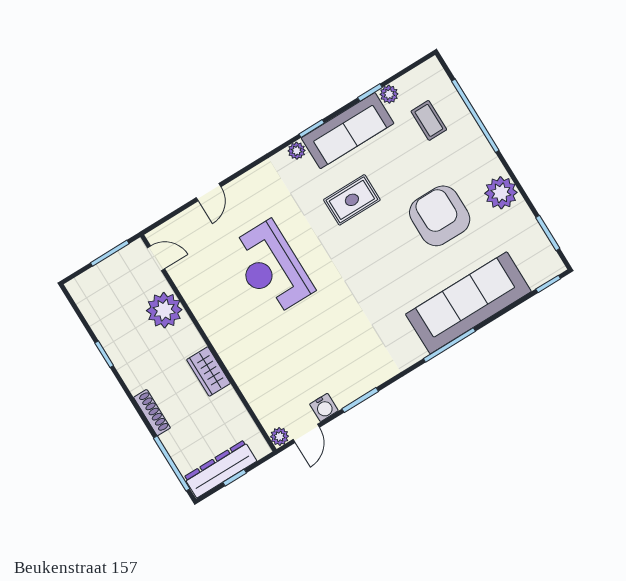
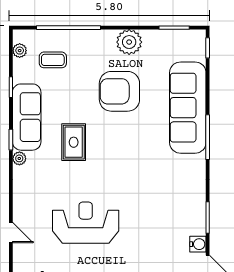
plant: (389, 94) -> (20, 51), moved
reception desk: (271, 268) -> (86, 223), turned 180

